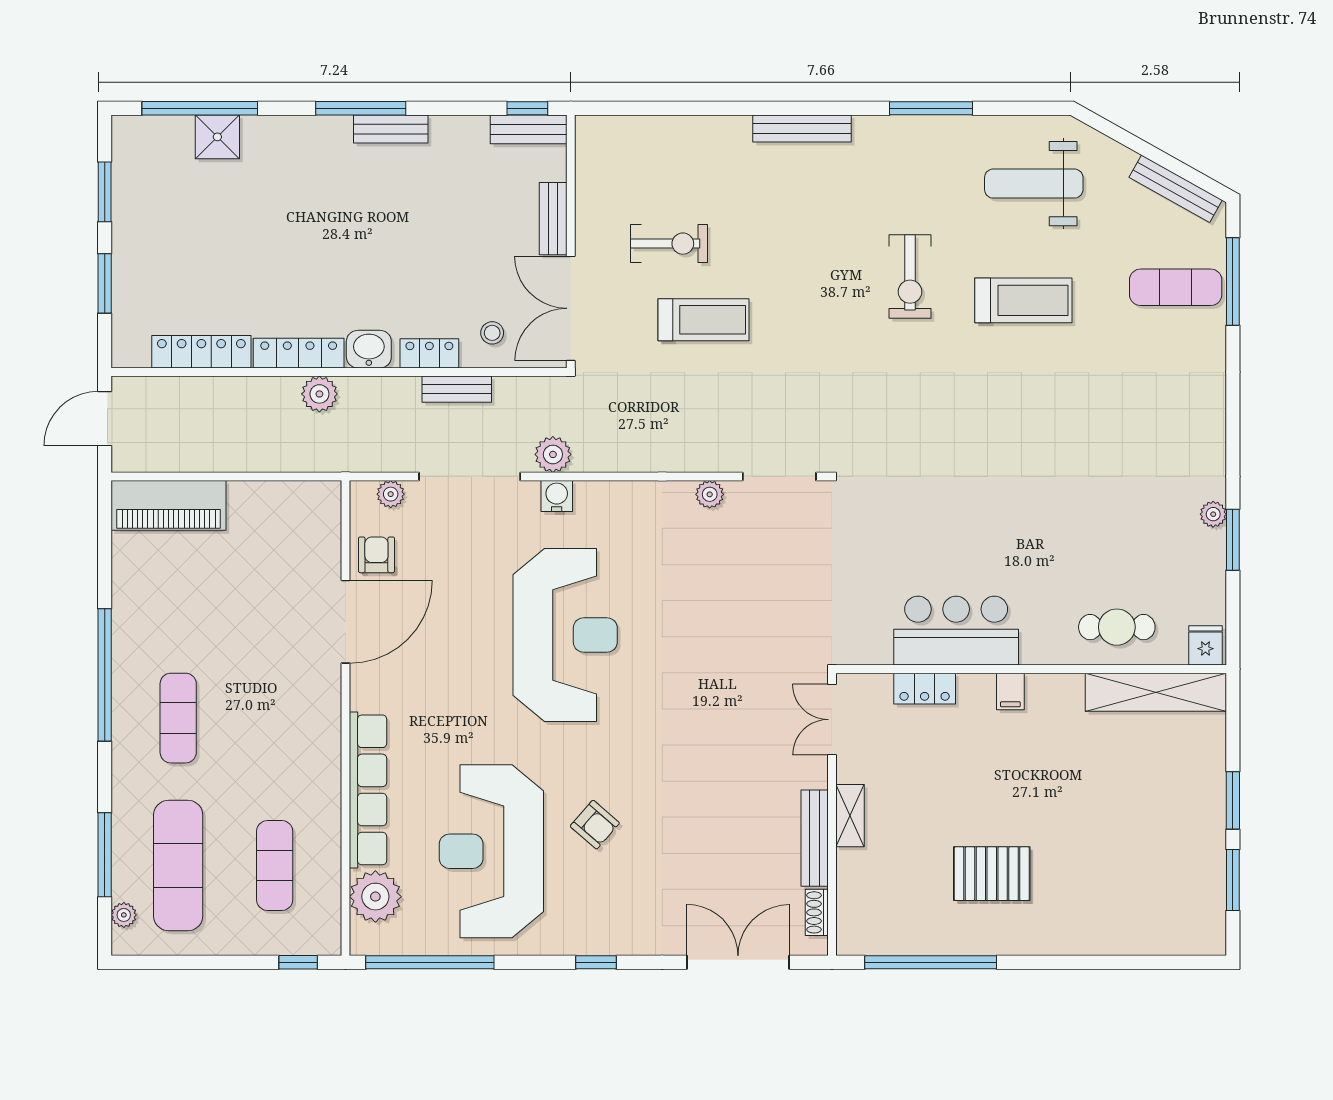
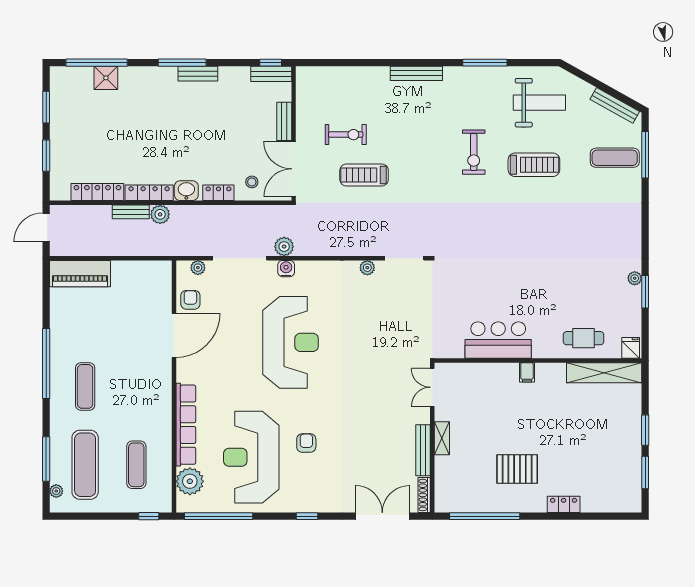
weight bench: (1034, 184) -> (539, 103), turned 180
treadmill: (704, 320) -> (364, 175), turned 180
bench: (457, 389) -> (131, 212), moved
locker: (925, 689) -> (564, 504), moved, turned 180
armchair: (595, 825) -> (306, 443), turned -131
shoe rack: (817, 912) -> (424, 495), width x1.43

